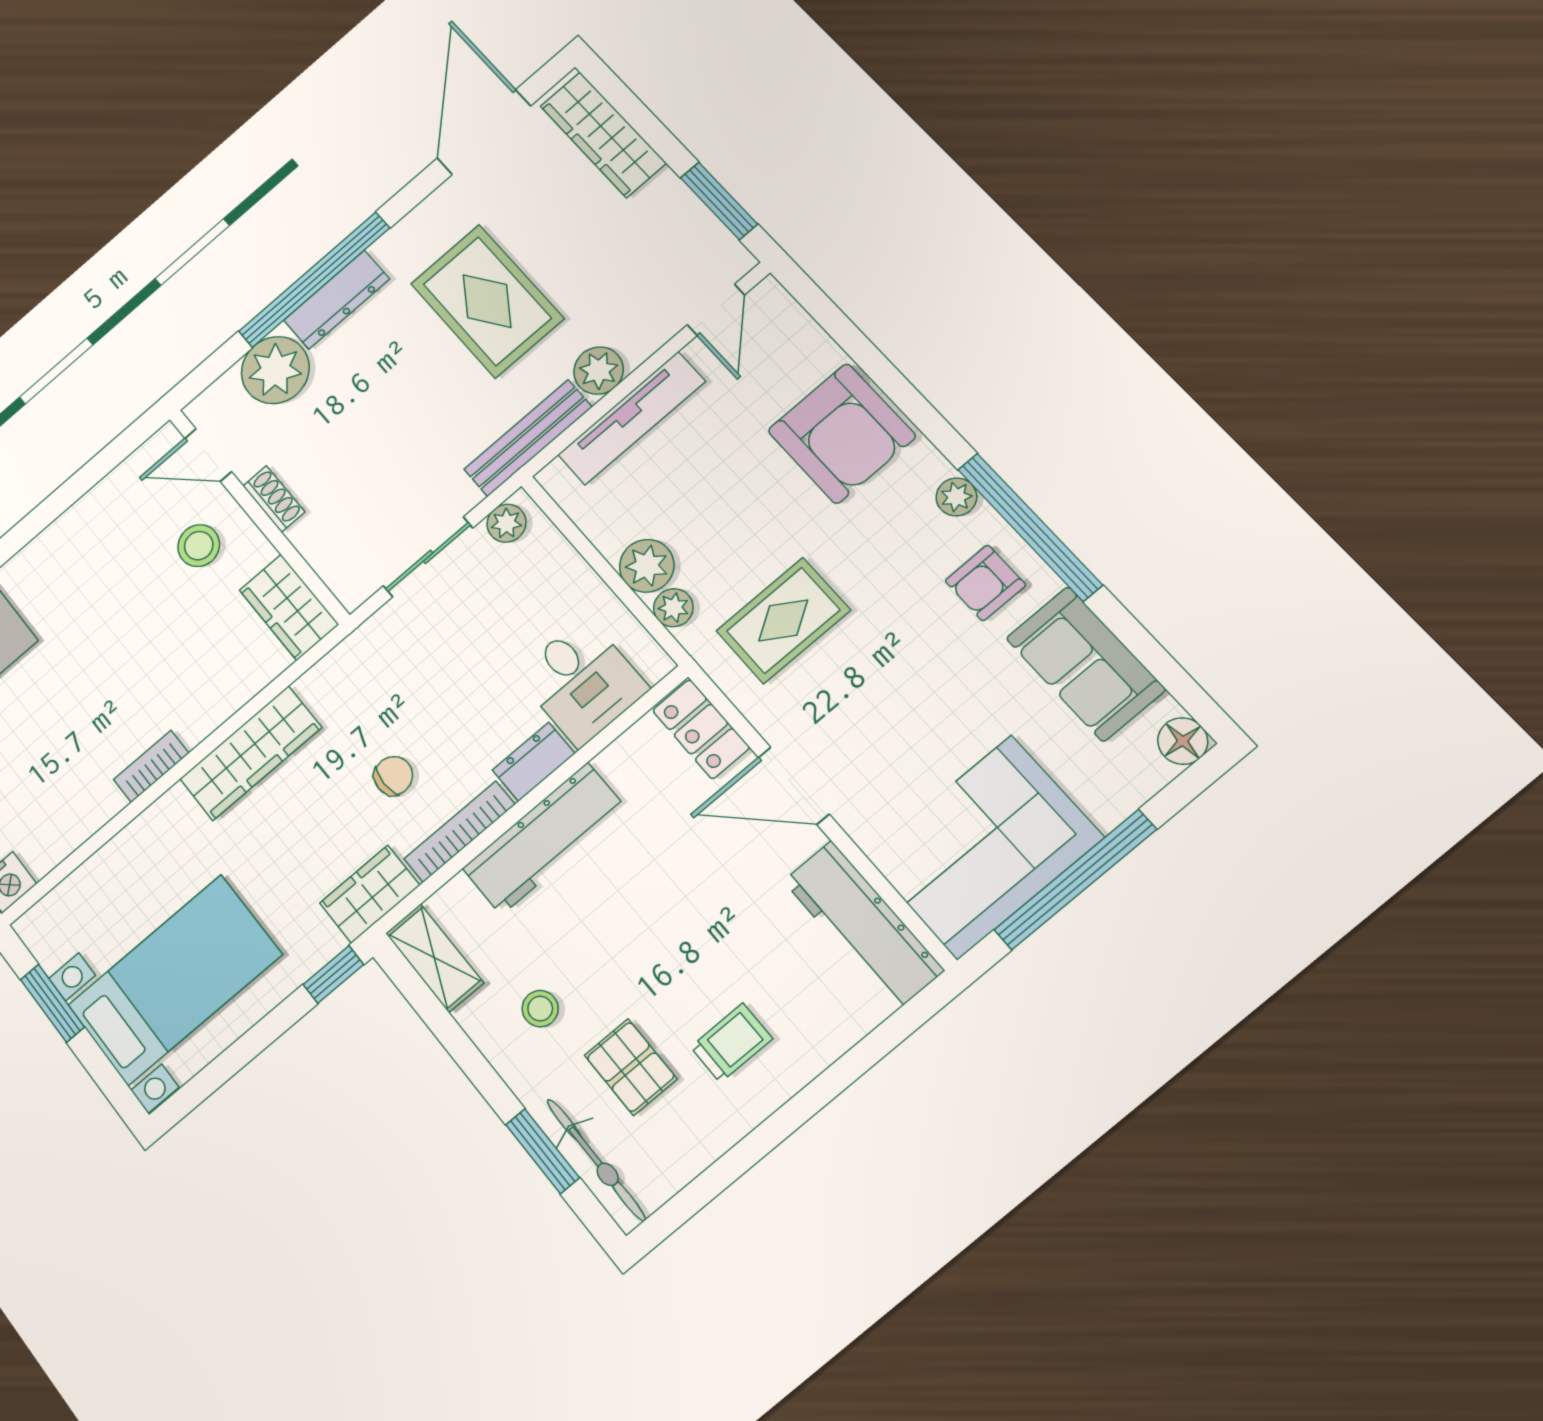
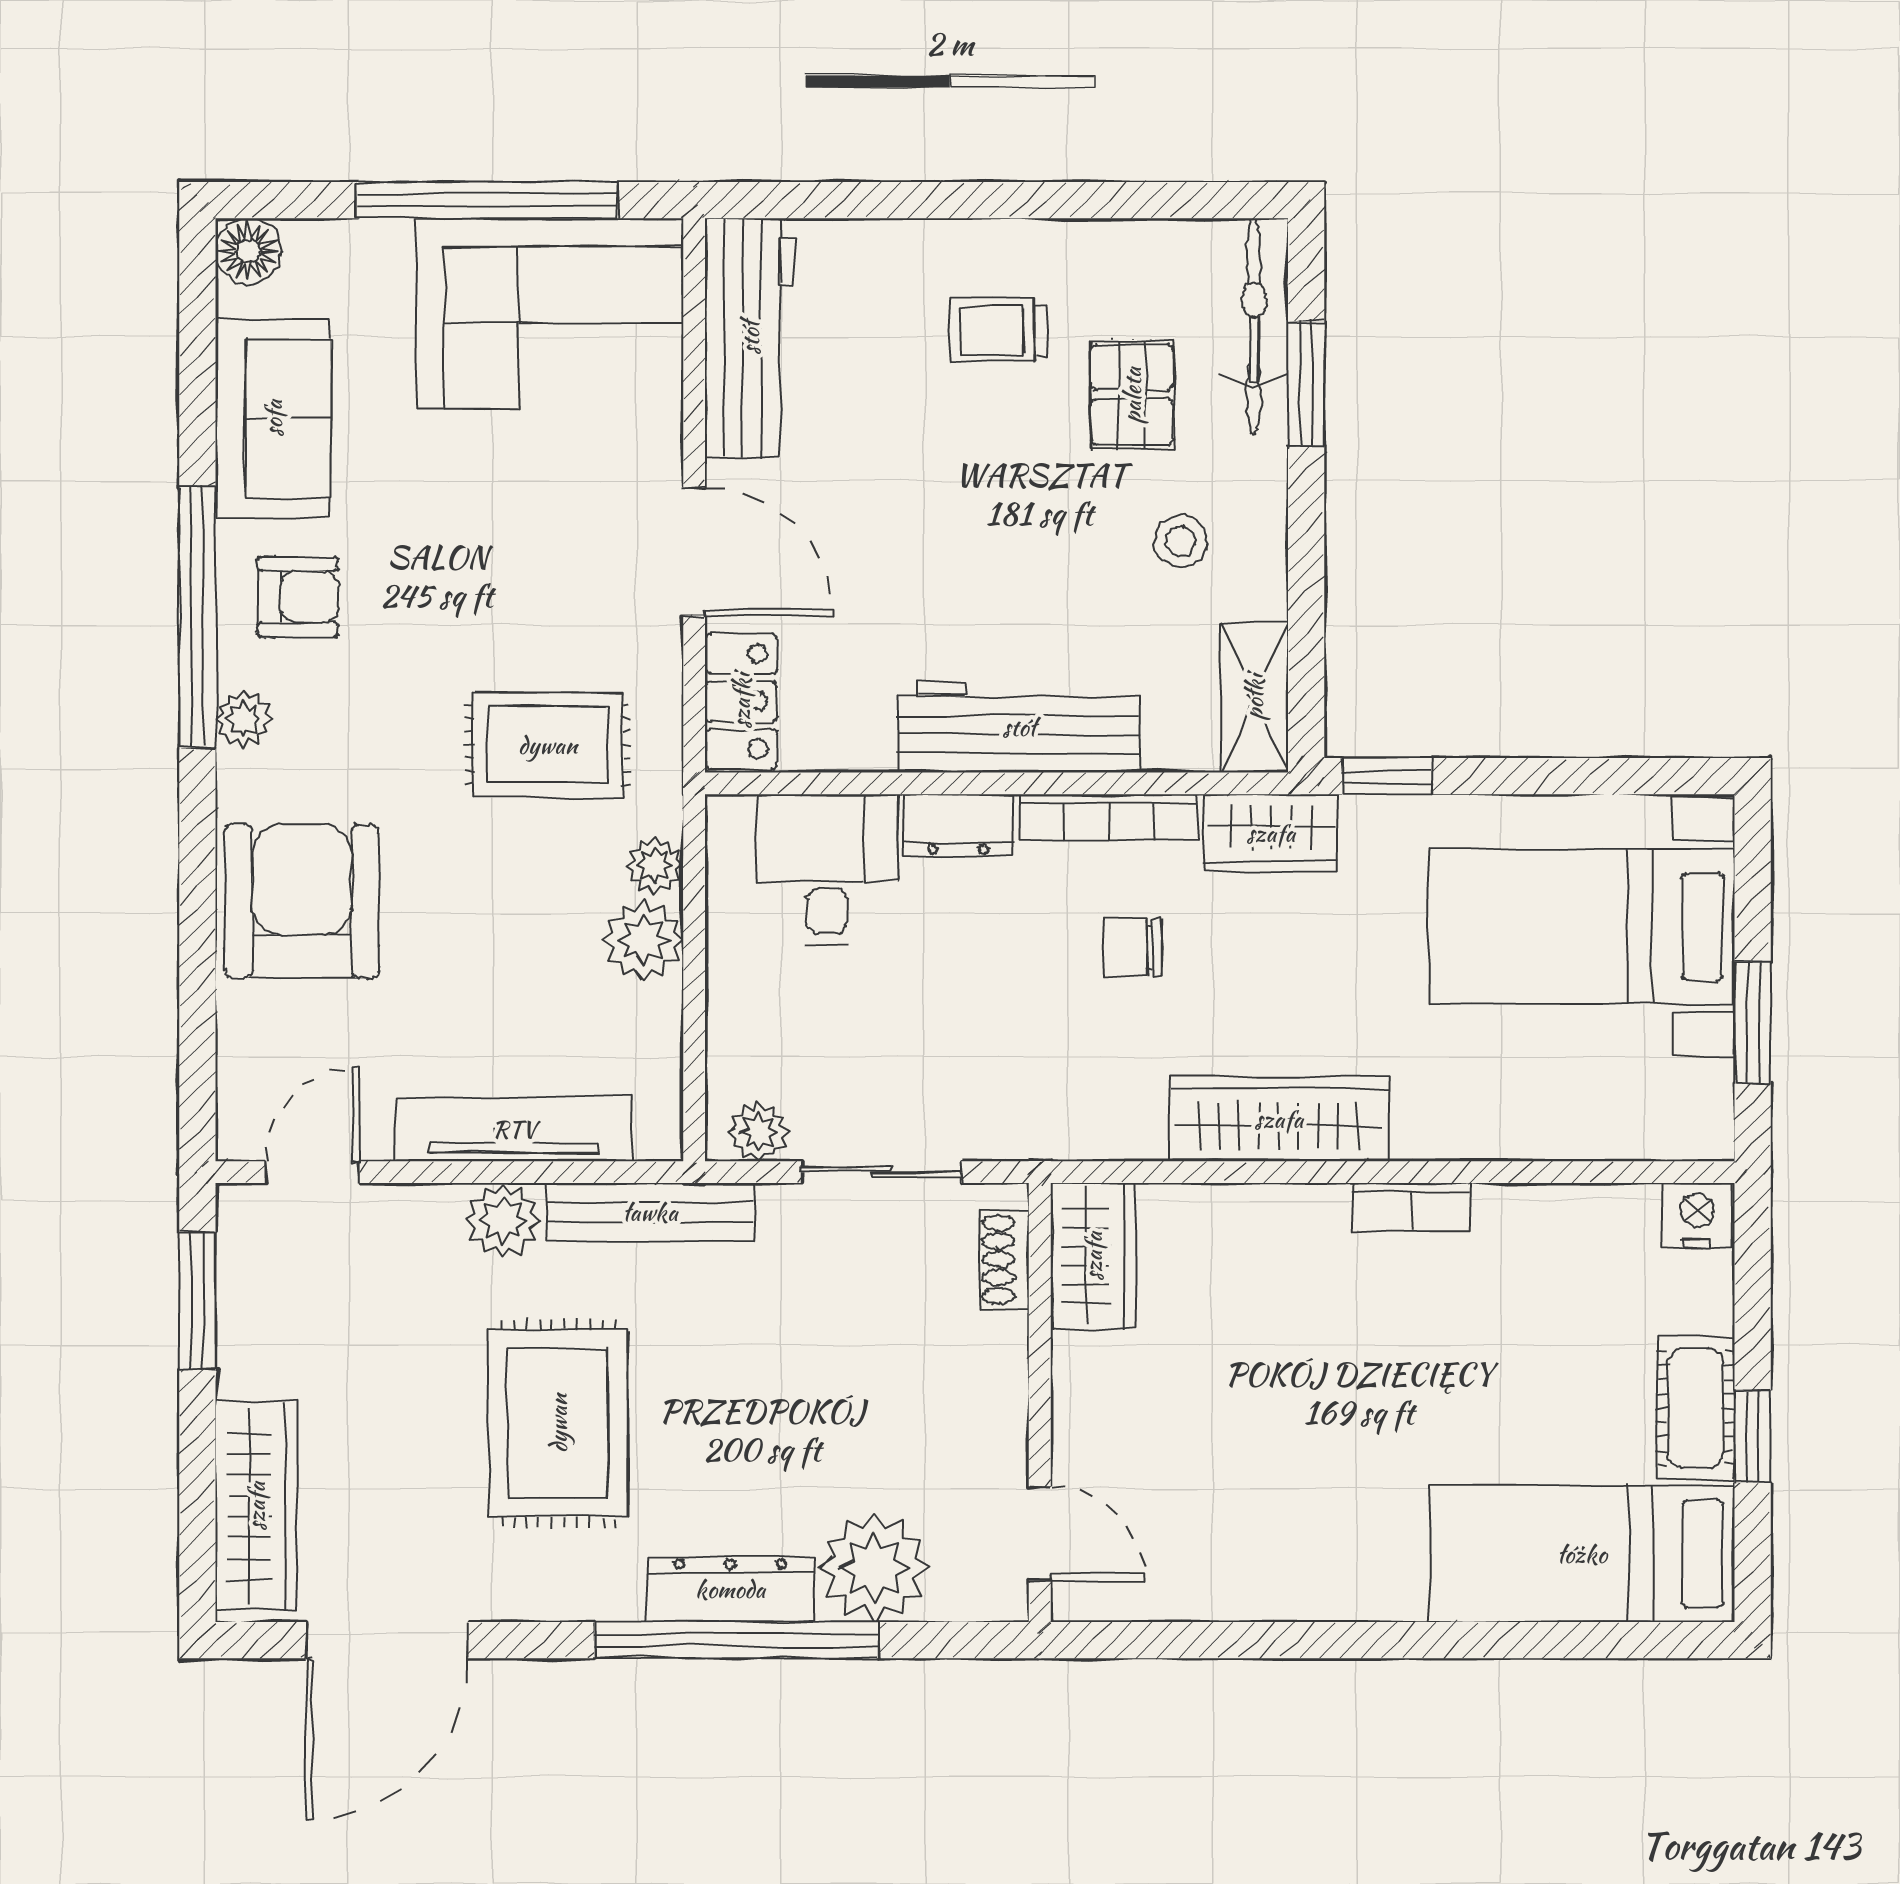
shoe rack: (274, 499) -> (1005, 1259), moved
stool: (199, 546) -> (1141, 1429), removed

